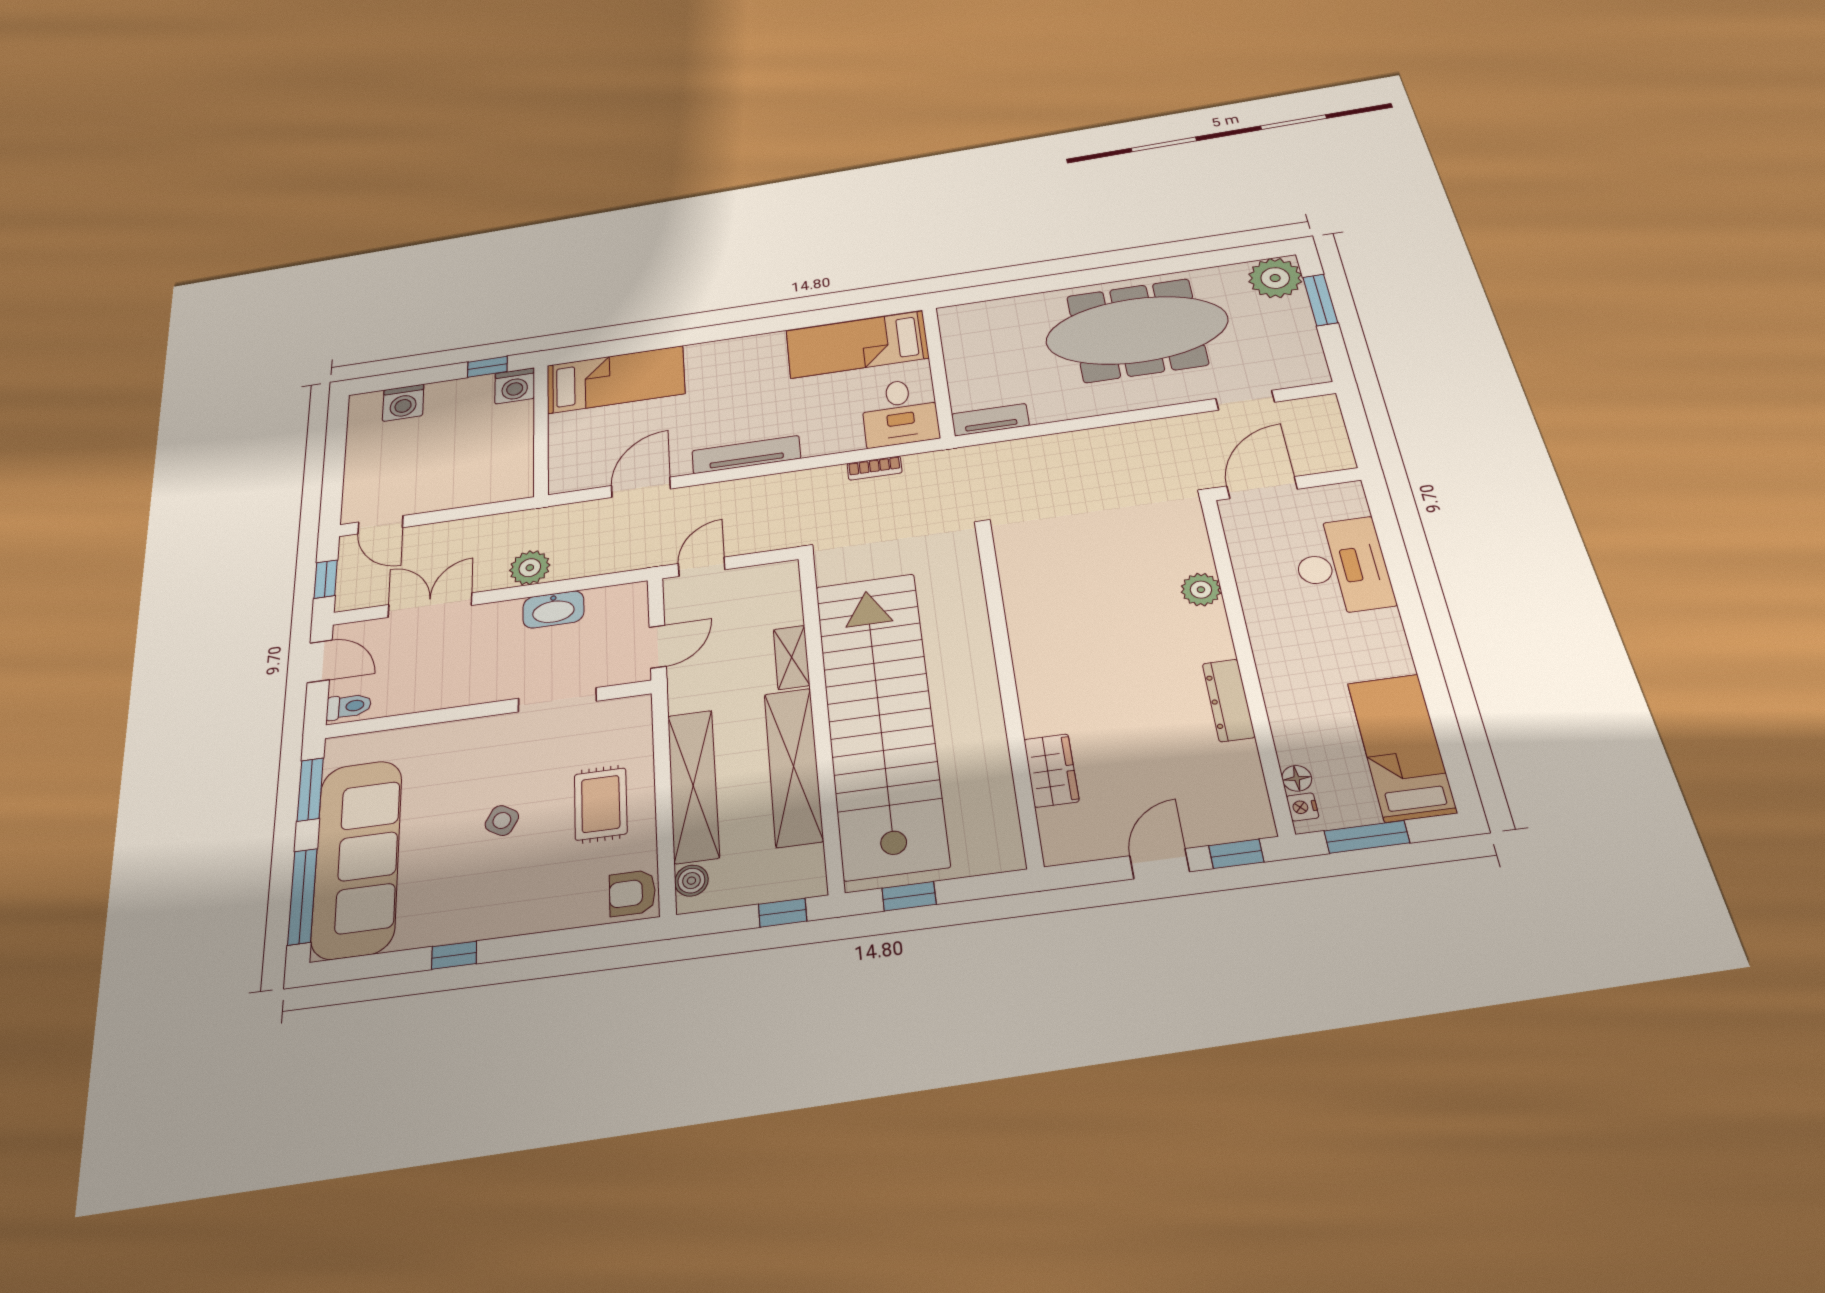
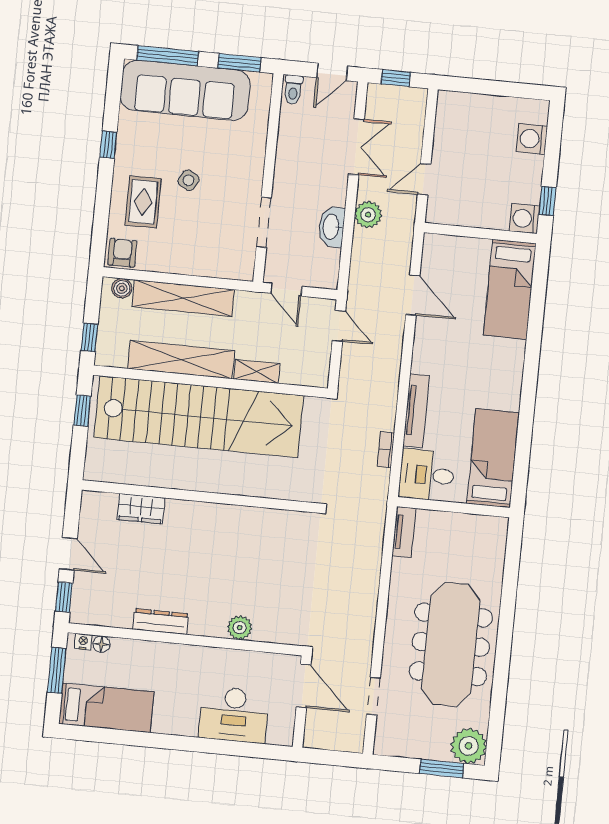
tv unit: (746, 455) -> (416, 411), moved
door: (380, 525) -> (424, 179), moved
rug: (601, 804) -> (143, 202), moved, turned 90

